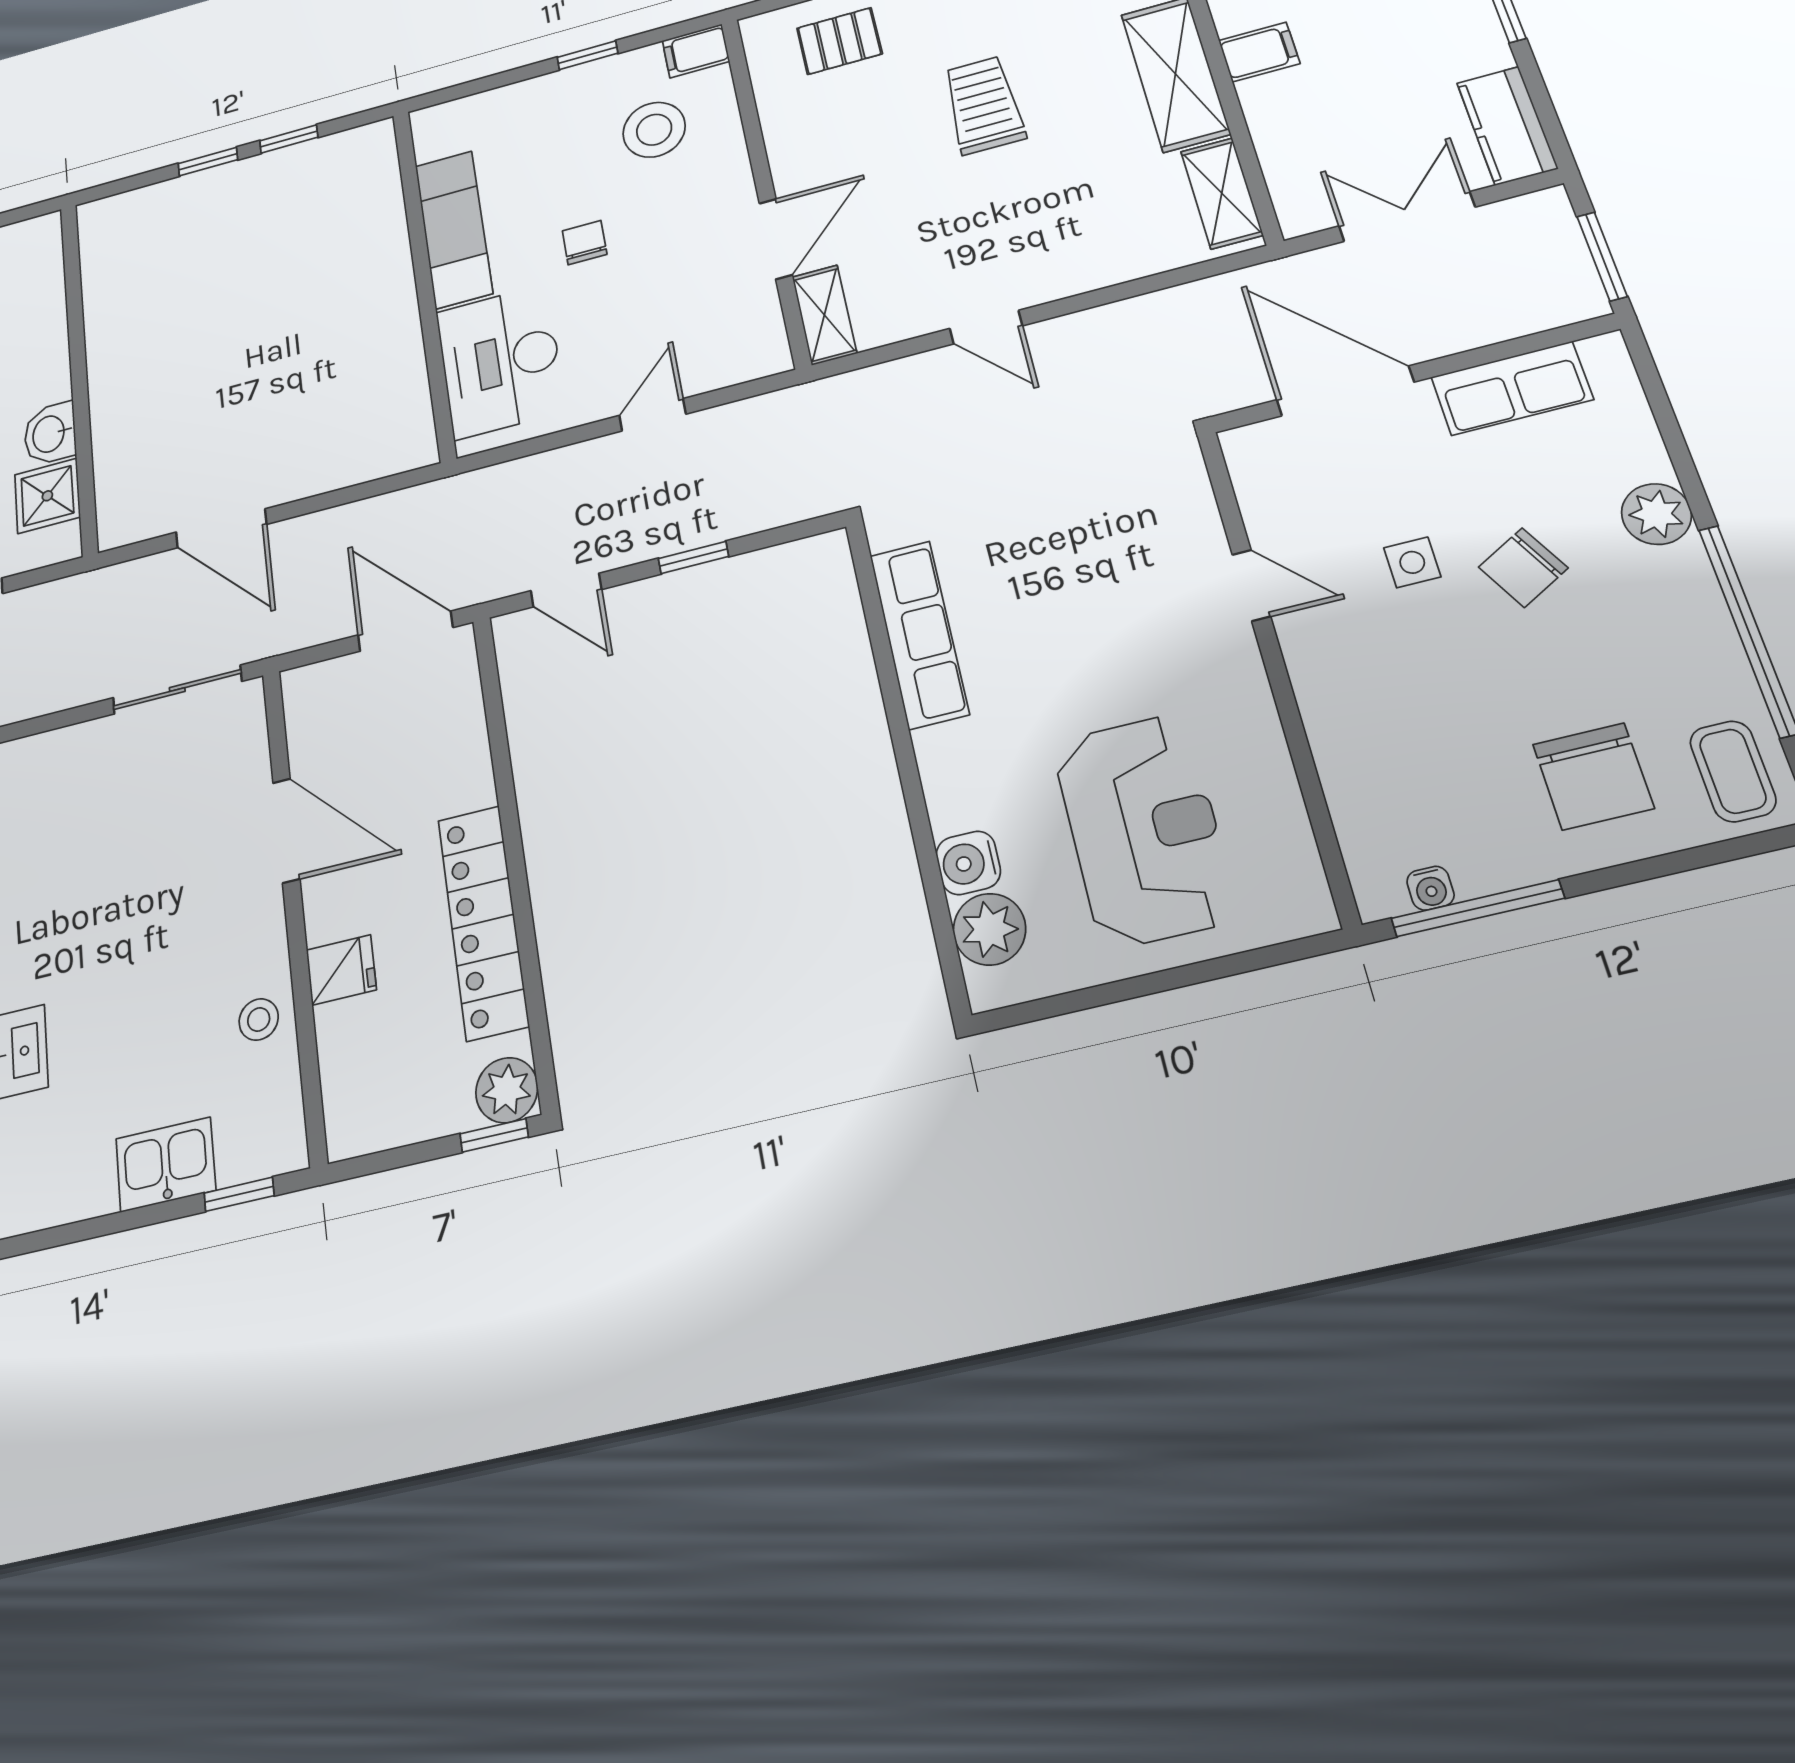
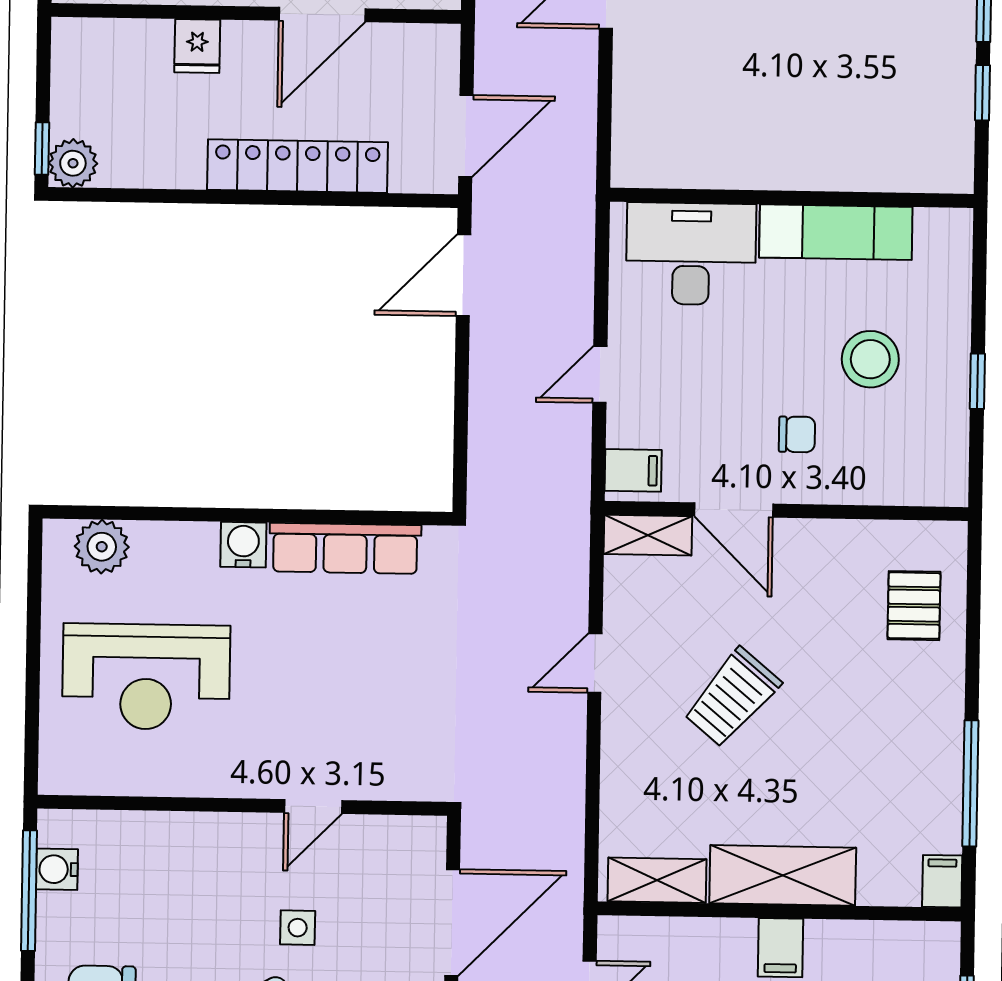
filing cabinet: (696, 51) -> (633, 470), moved, turned 90
trolley: (983, 105) -> (732, 698), moved, turned 130
stool: (654, 130) -> (870, 359), moved
chair: (585, 243) -> (797, 434), moved
door: (653, 415) -> (600, 375), swing flipped
window: (693, 558) -> (462, 384), removed
door: (566, 590) -> (463, 275), width x1.38
water cooler: (968, 863) -> (243, 545), moved
water cooler: (1430, 888) -> (57, 869), width x1.38, depth x1.38
locker: (483, 922) -> (298, 166), moved

